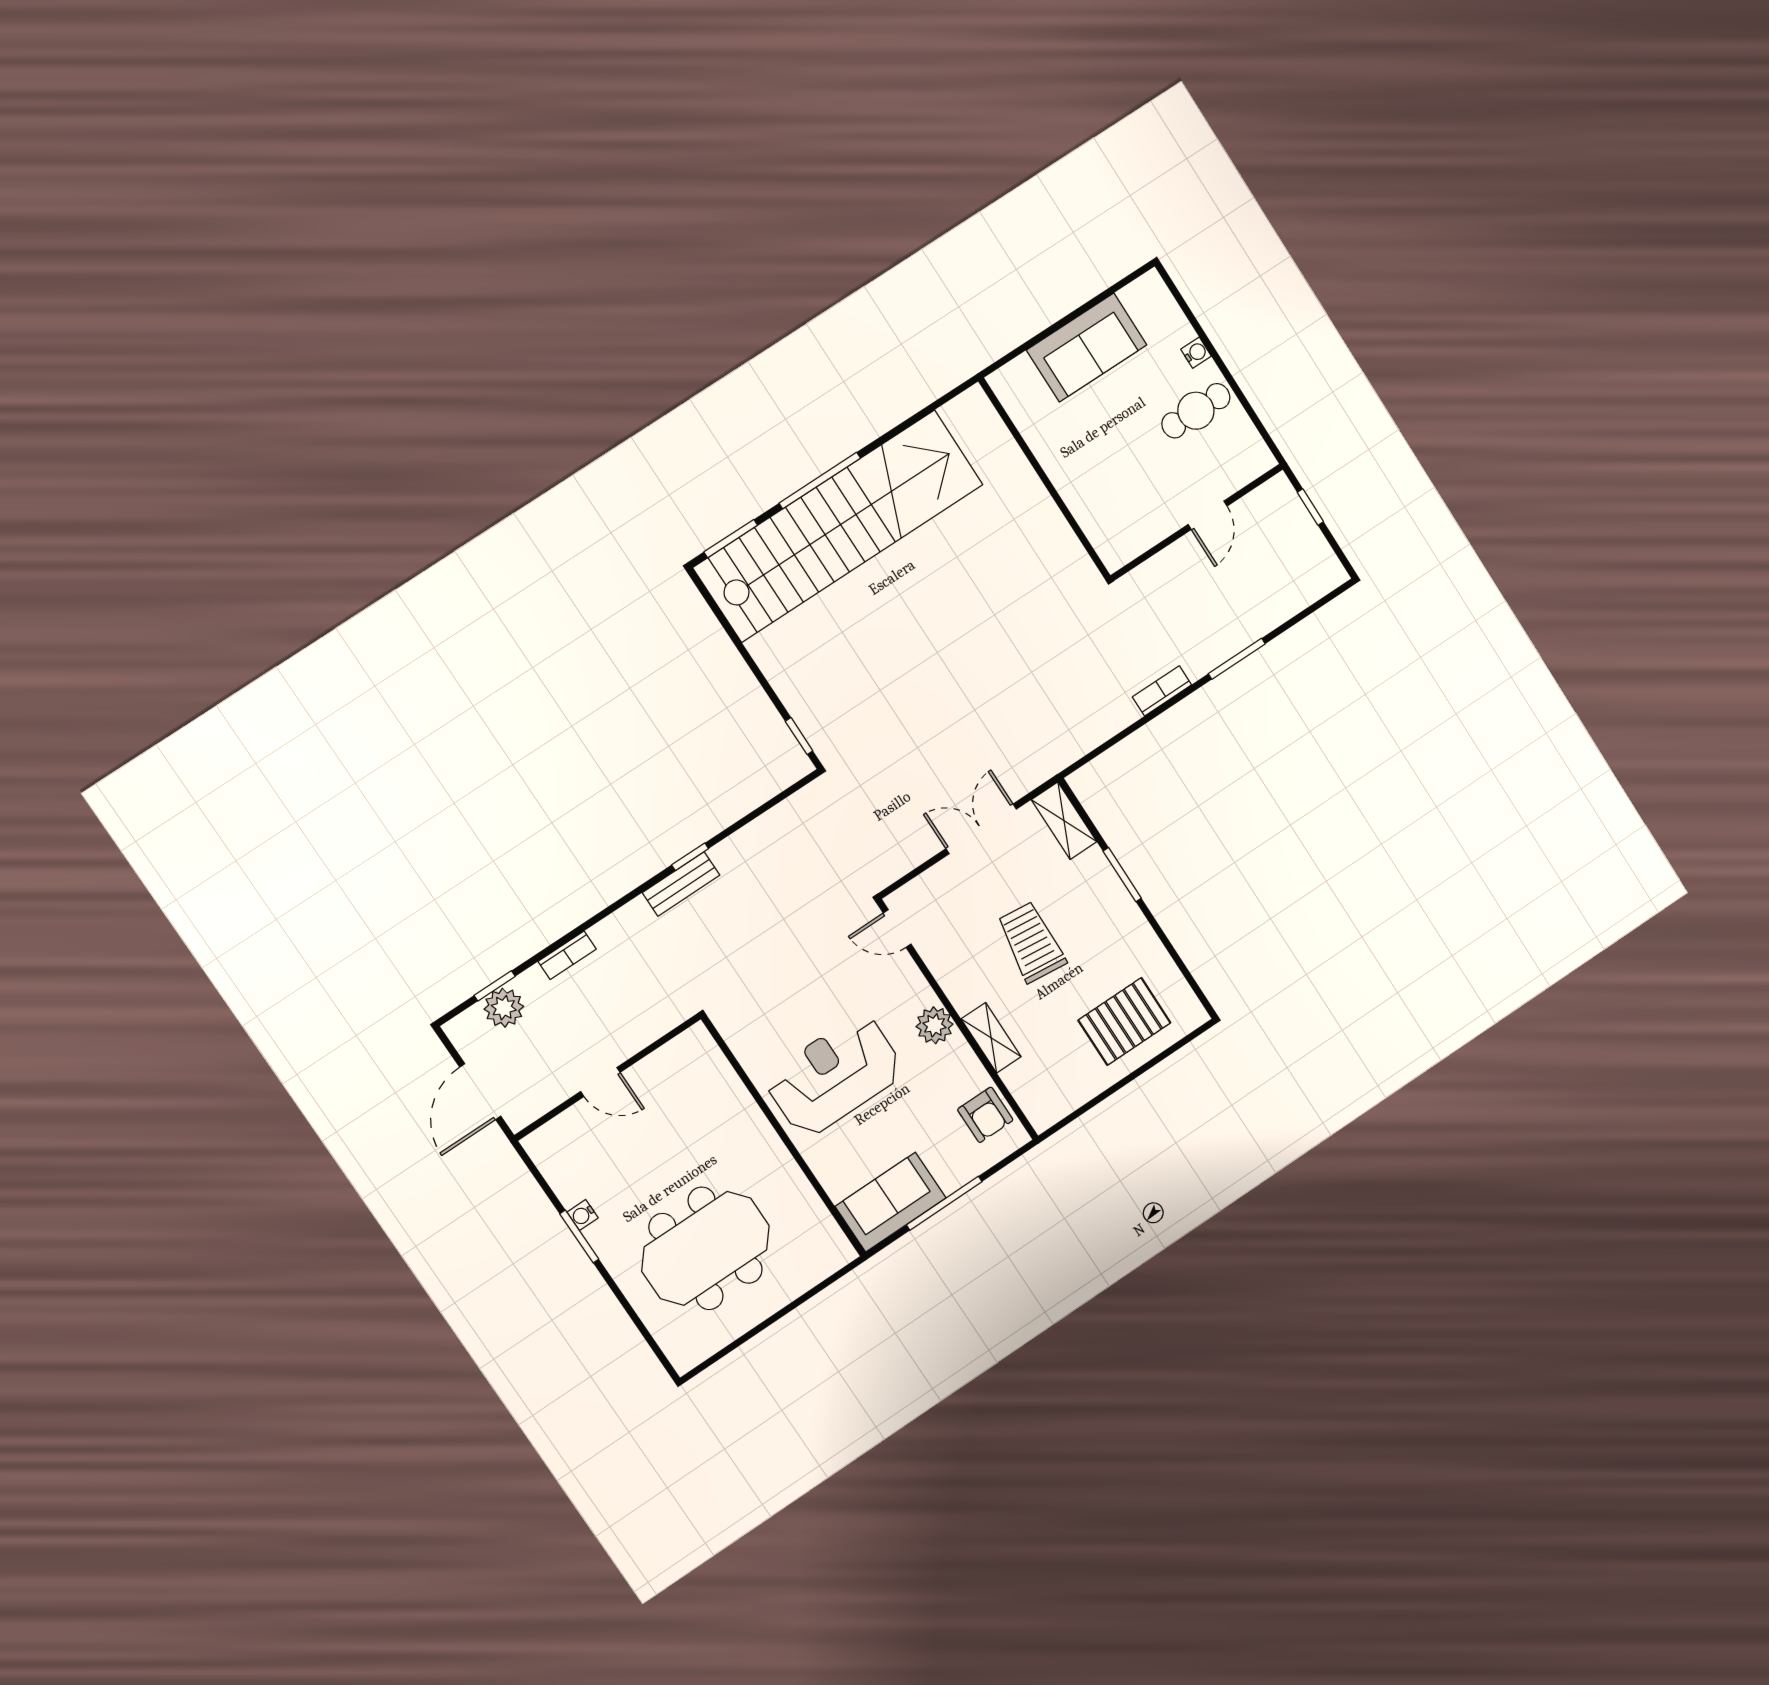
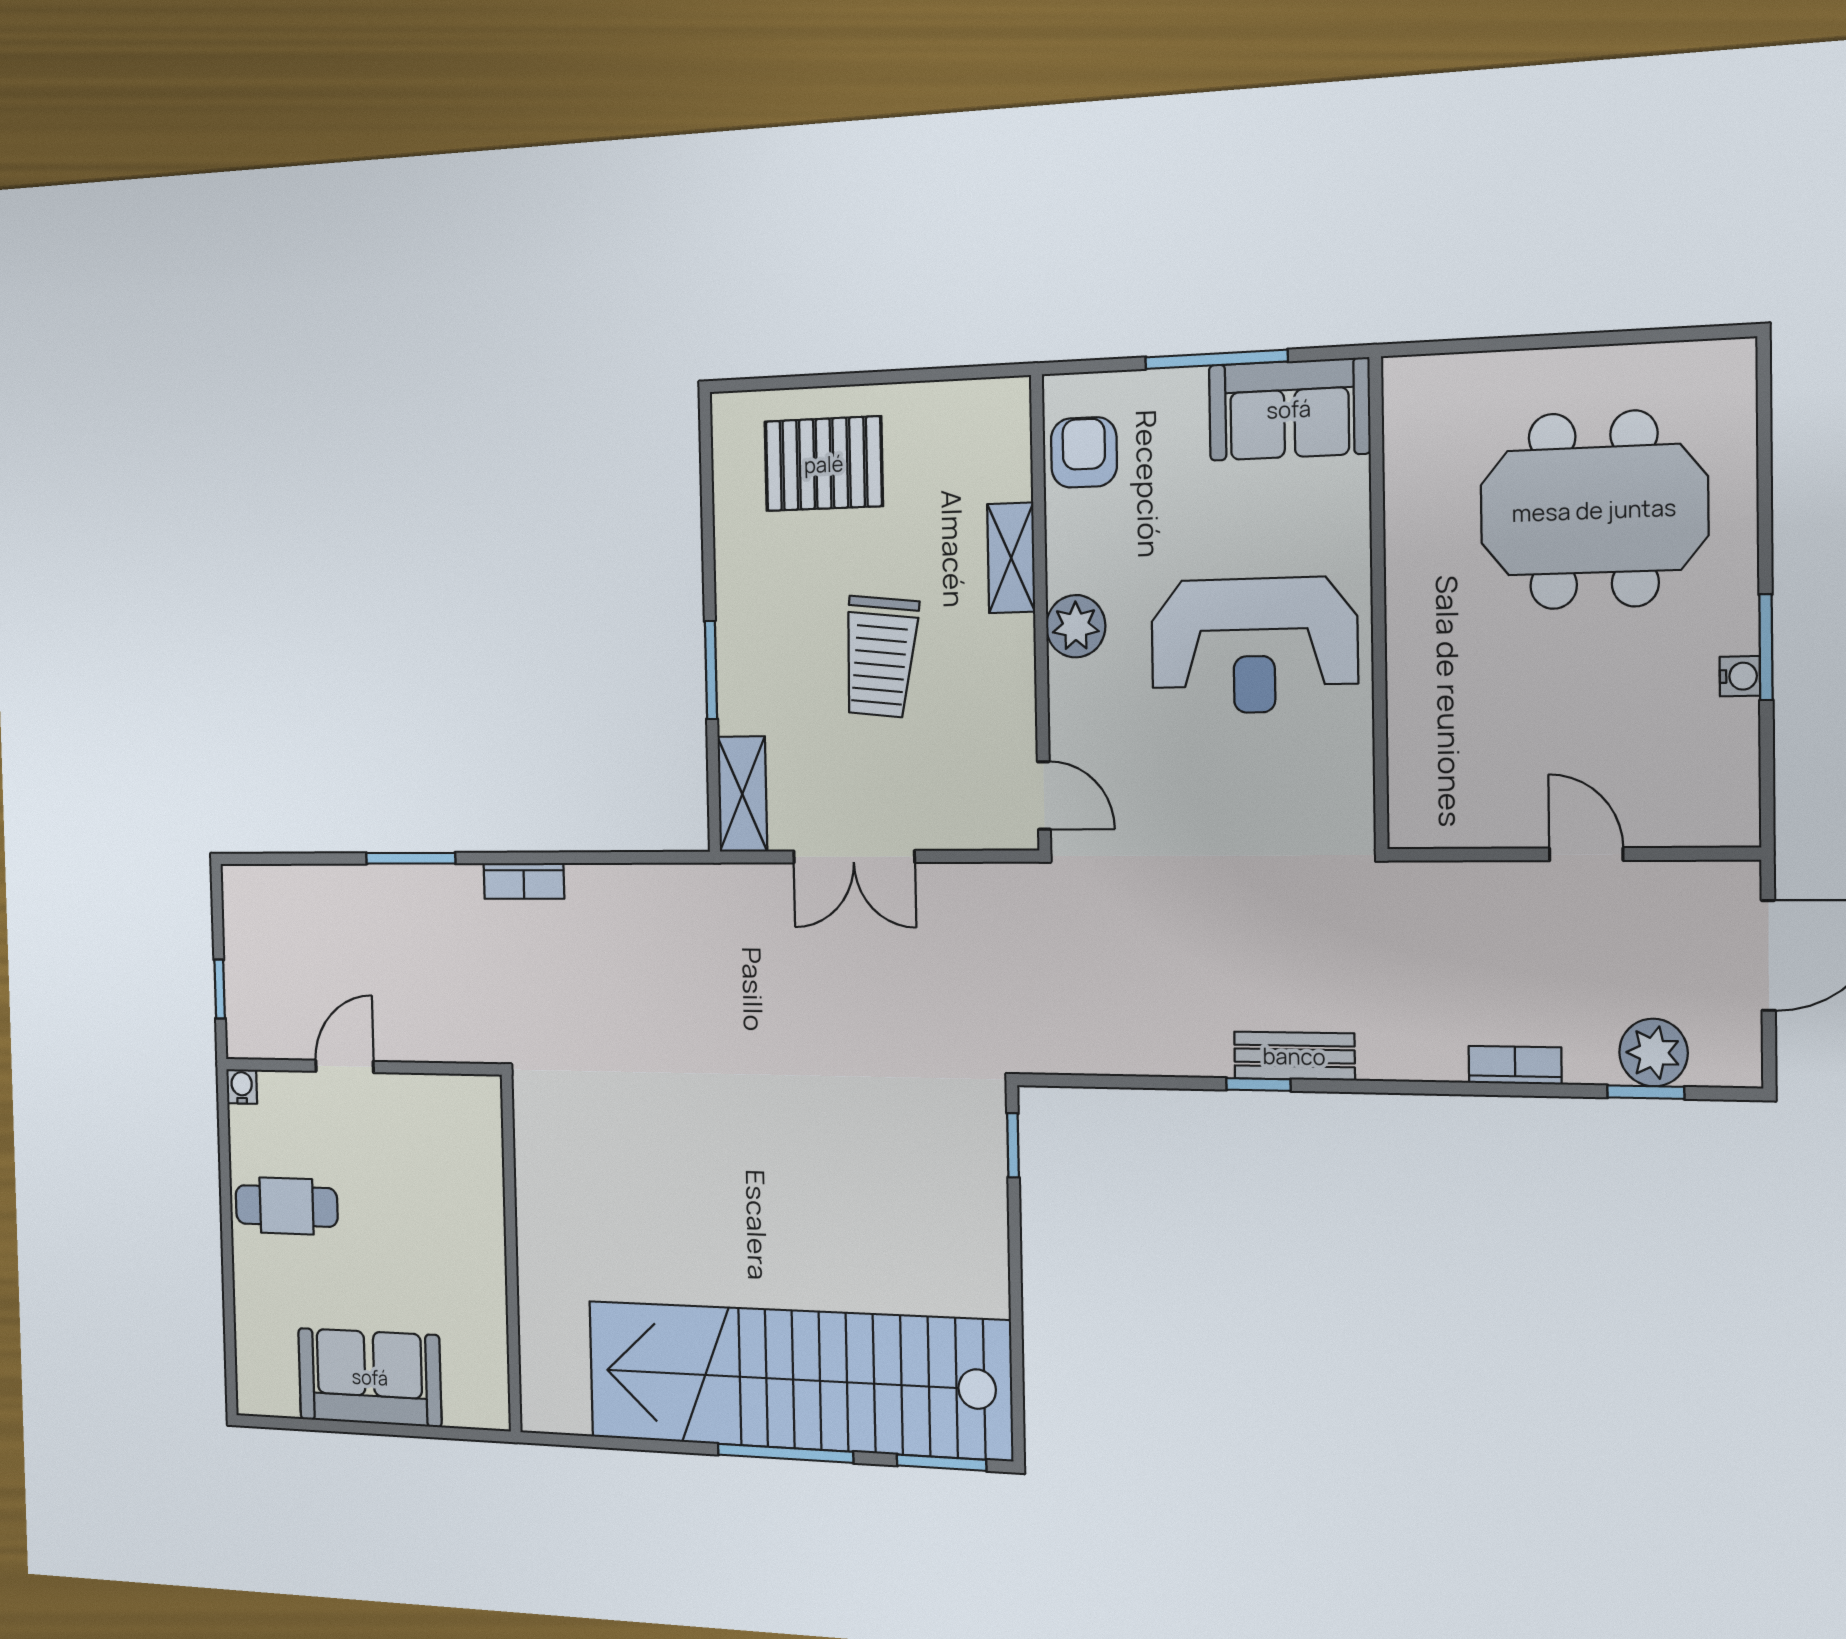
water cooler: (1196, 353) -> (242, 1086), moved, turned 90

